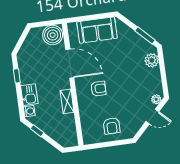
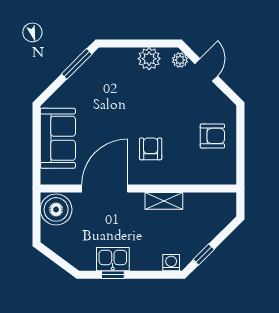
plant: (152, 60) -> (149, 59), moved
kitchen sink: (29, 95) -> (113, 259), moved

